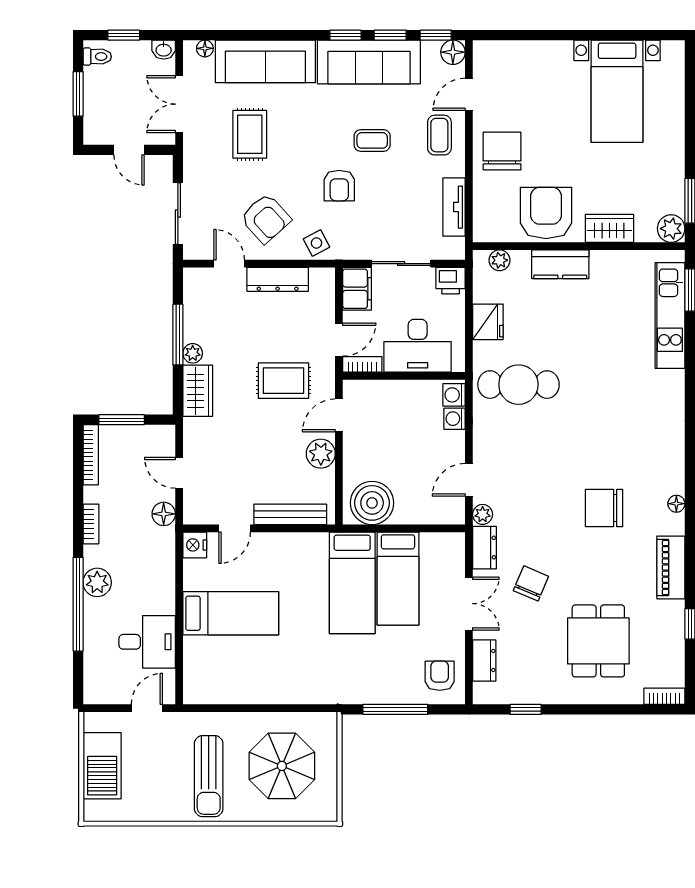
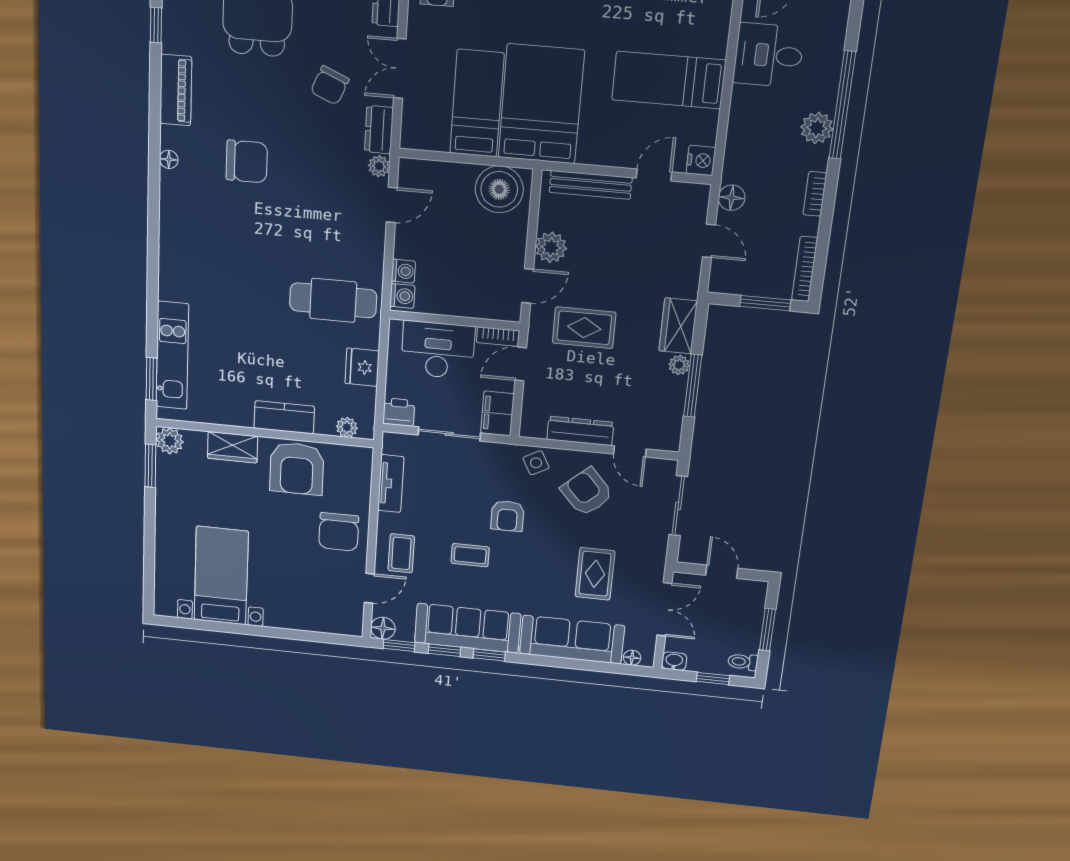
armchair: (339, 186) -> (507, 516), turned 180
bed: (352, 583) -> (541, 104), width x1.50

